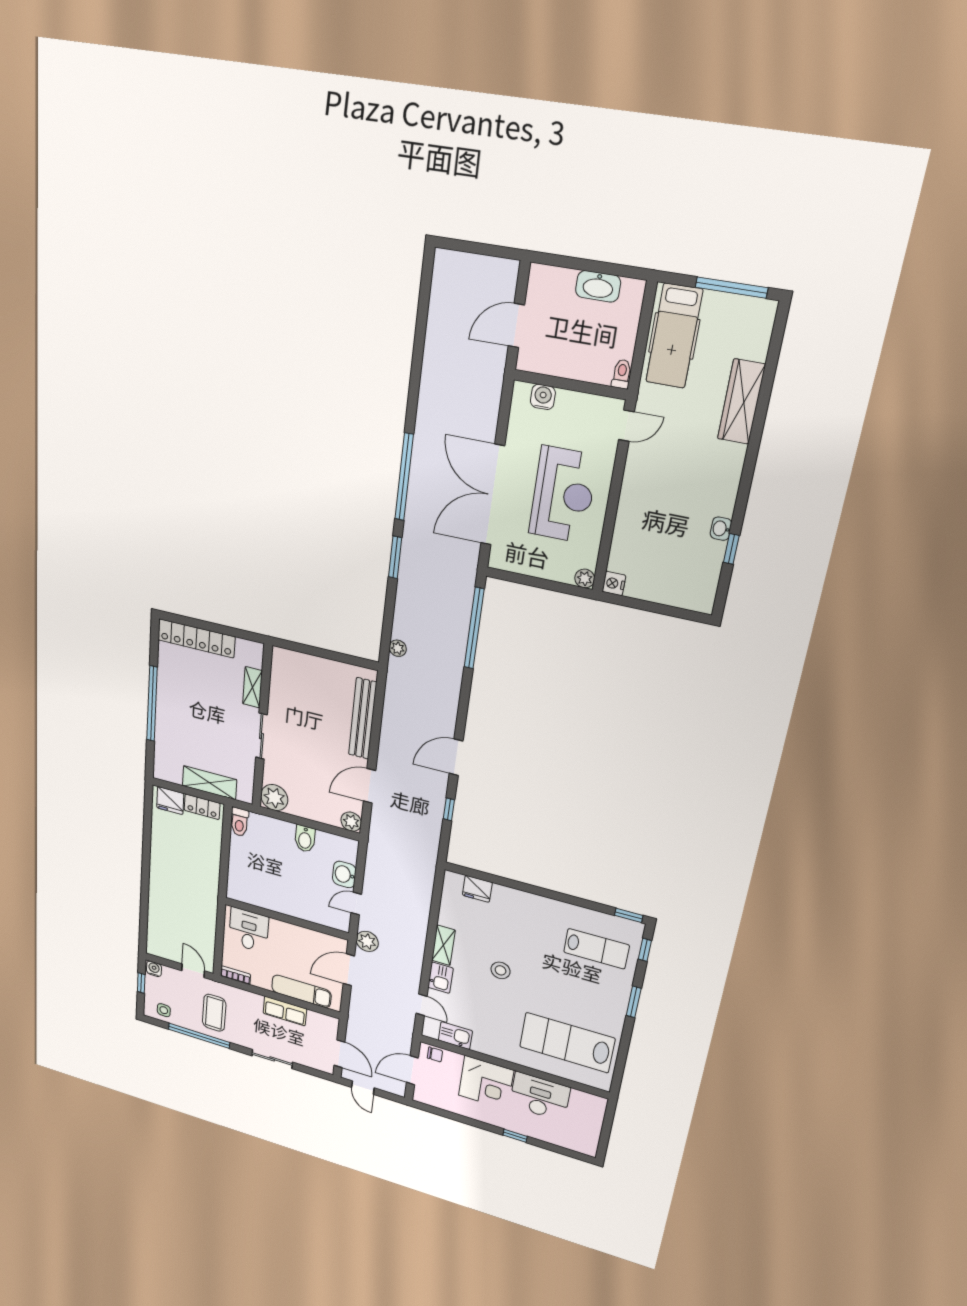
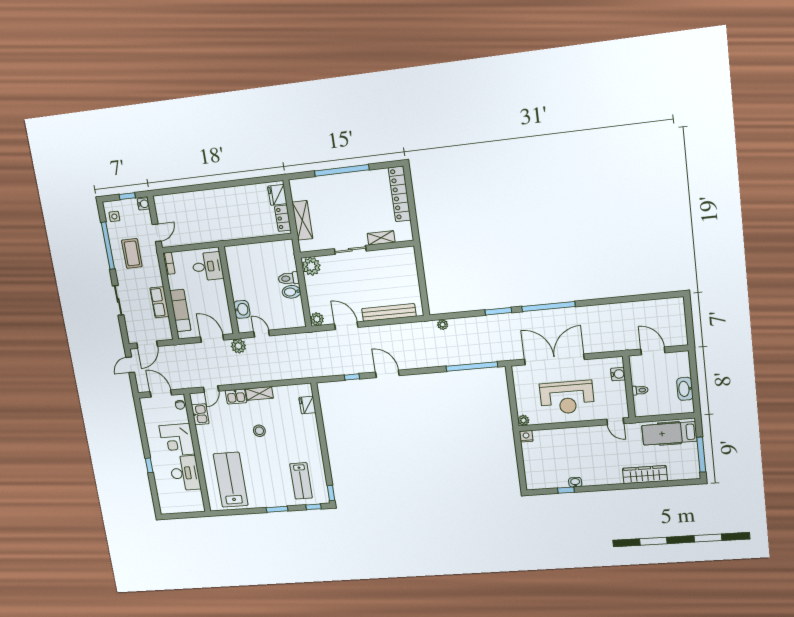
toilet: (622, 374) -> (640, 390), moved
toilet: (239, 822) -> (289, 278), moved
washbasin: (344, 874) -> (242, 309), moved, turned 90
coffee table: (214, 1013) -> (132, 253), turned 90

